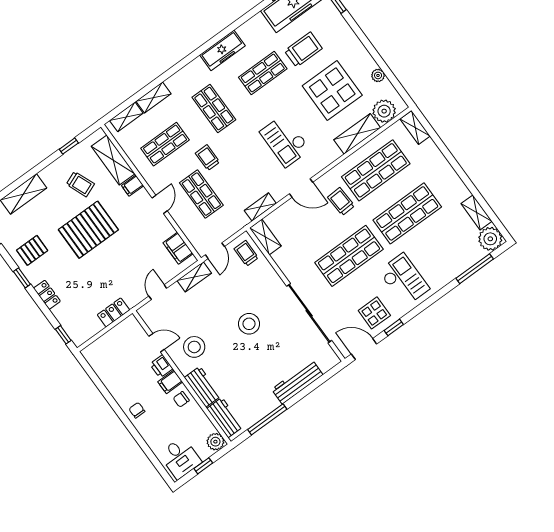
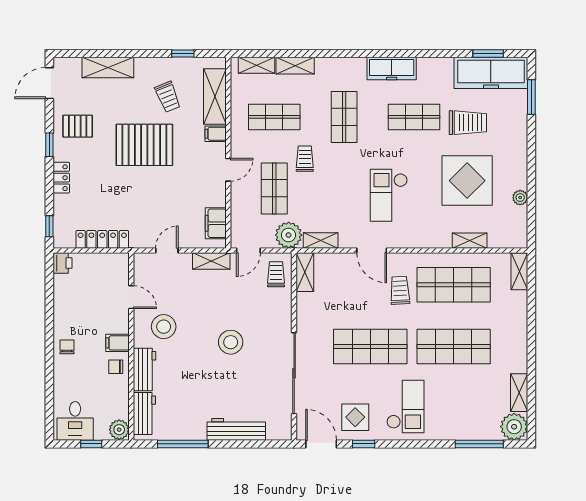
plant: (384, 111) -> (289, 235), moved
shelving: (357, 134) -> (470, 241), width x0.67, depth x0.75
locker: (113, 312) -> (102, 239), width x1.53
printer: (161, 366) -> (62, 263), moved, turned 180

